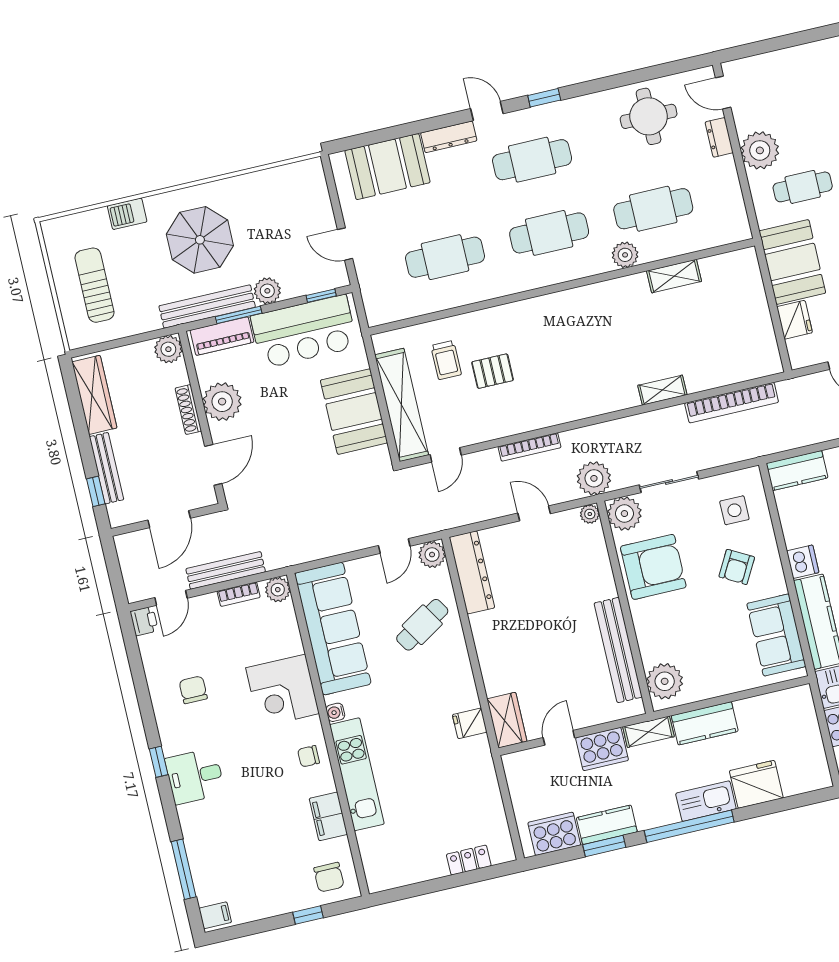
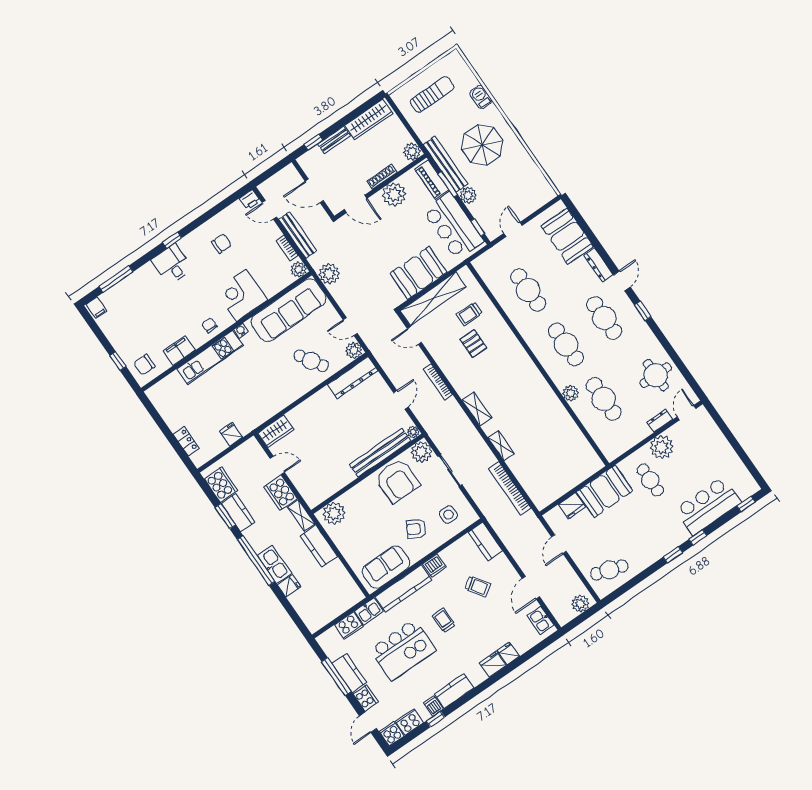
shelving: (674, 276) -> (477, 409), moved
bench: (107, 468) -> (334, 140), width x0.73
plant: (594, 478) -> (329, 274), moved
bench: (618, 650) -> (380, 453), moved
fridge: (470, 723) -> (231, 434), moved
fridge: (756, 784) -> (289, 586), width x0.53, depth x0.75

